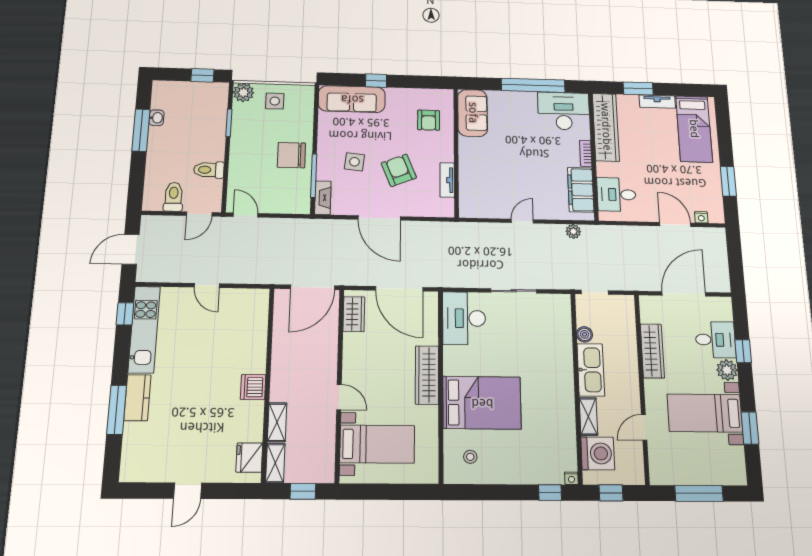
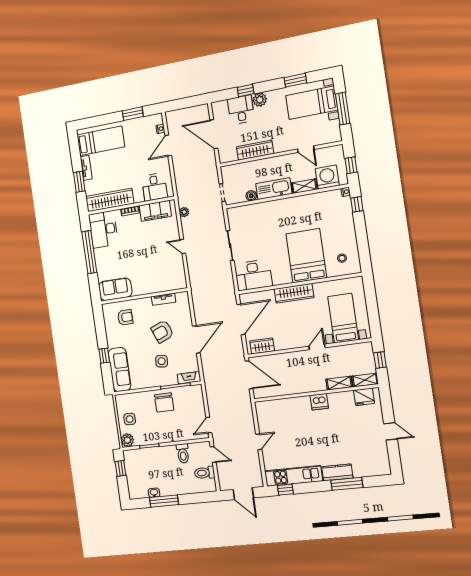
bed with nightstands: (705, 413) -> (312, 103), moved, turned 90

